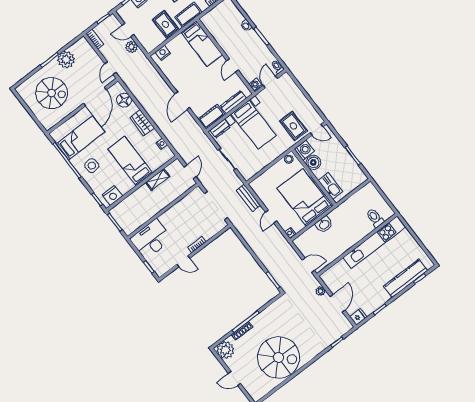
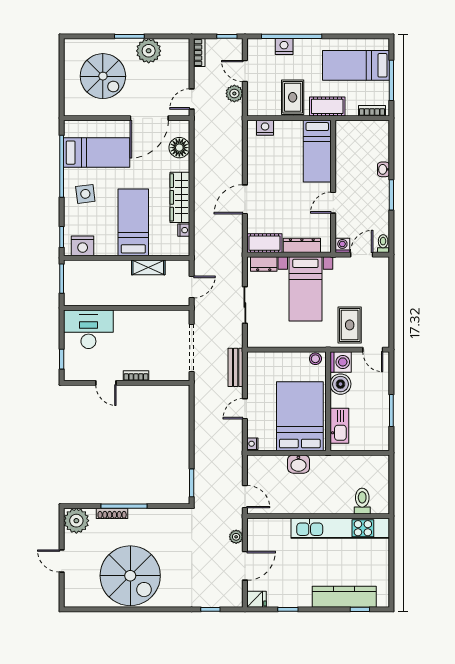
wardrobe: (142, 123) -> (180, 197), width x1.50

